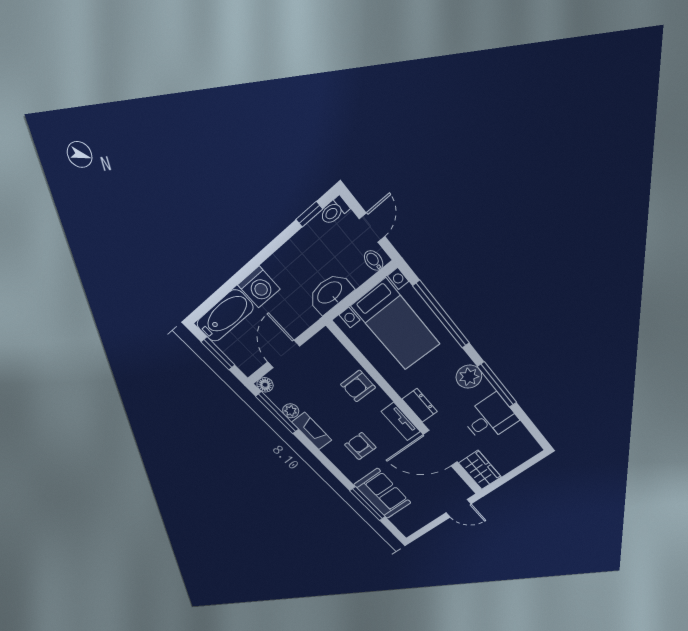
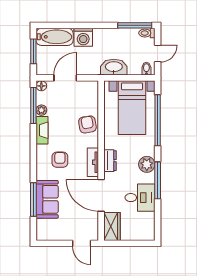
window: (309, 214) -> (135, 25), width x2.17
armchair: (358, 386) -> (87, 124), turned 80

